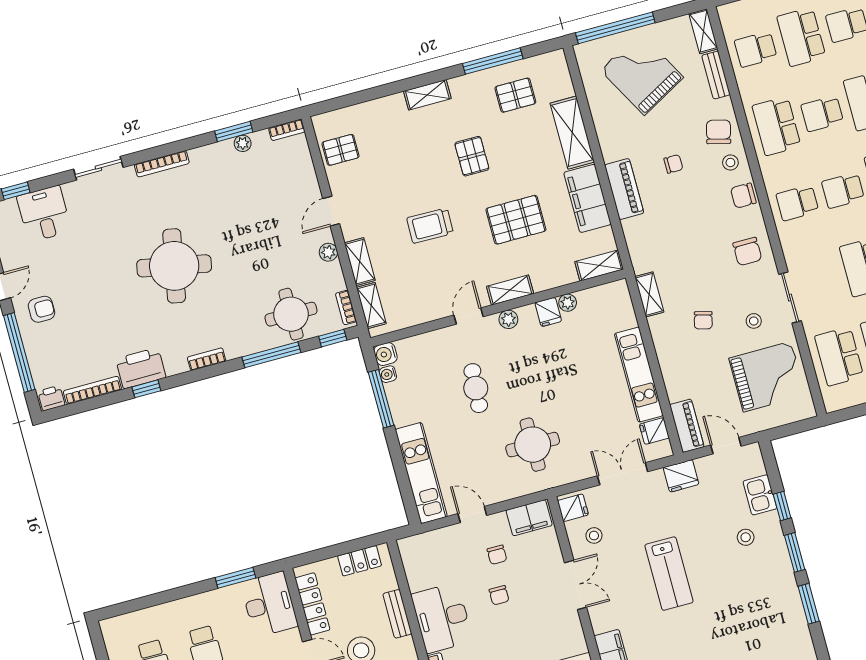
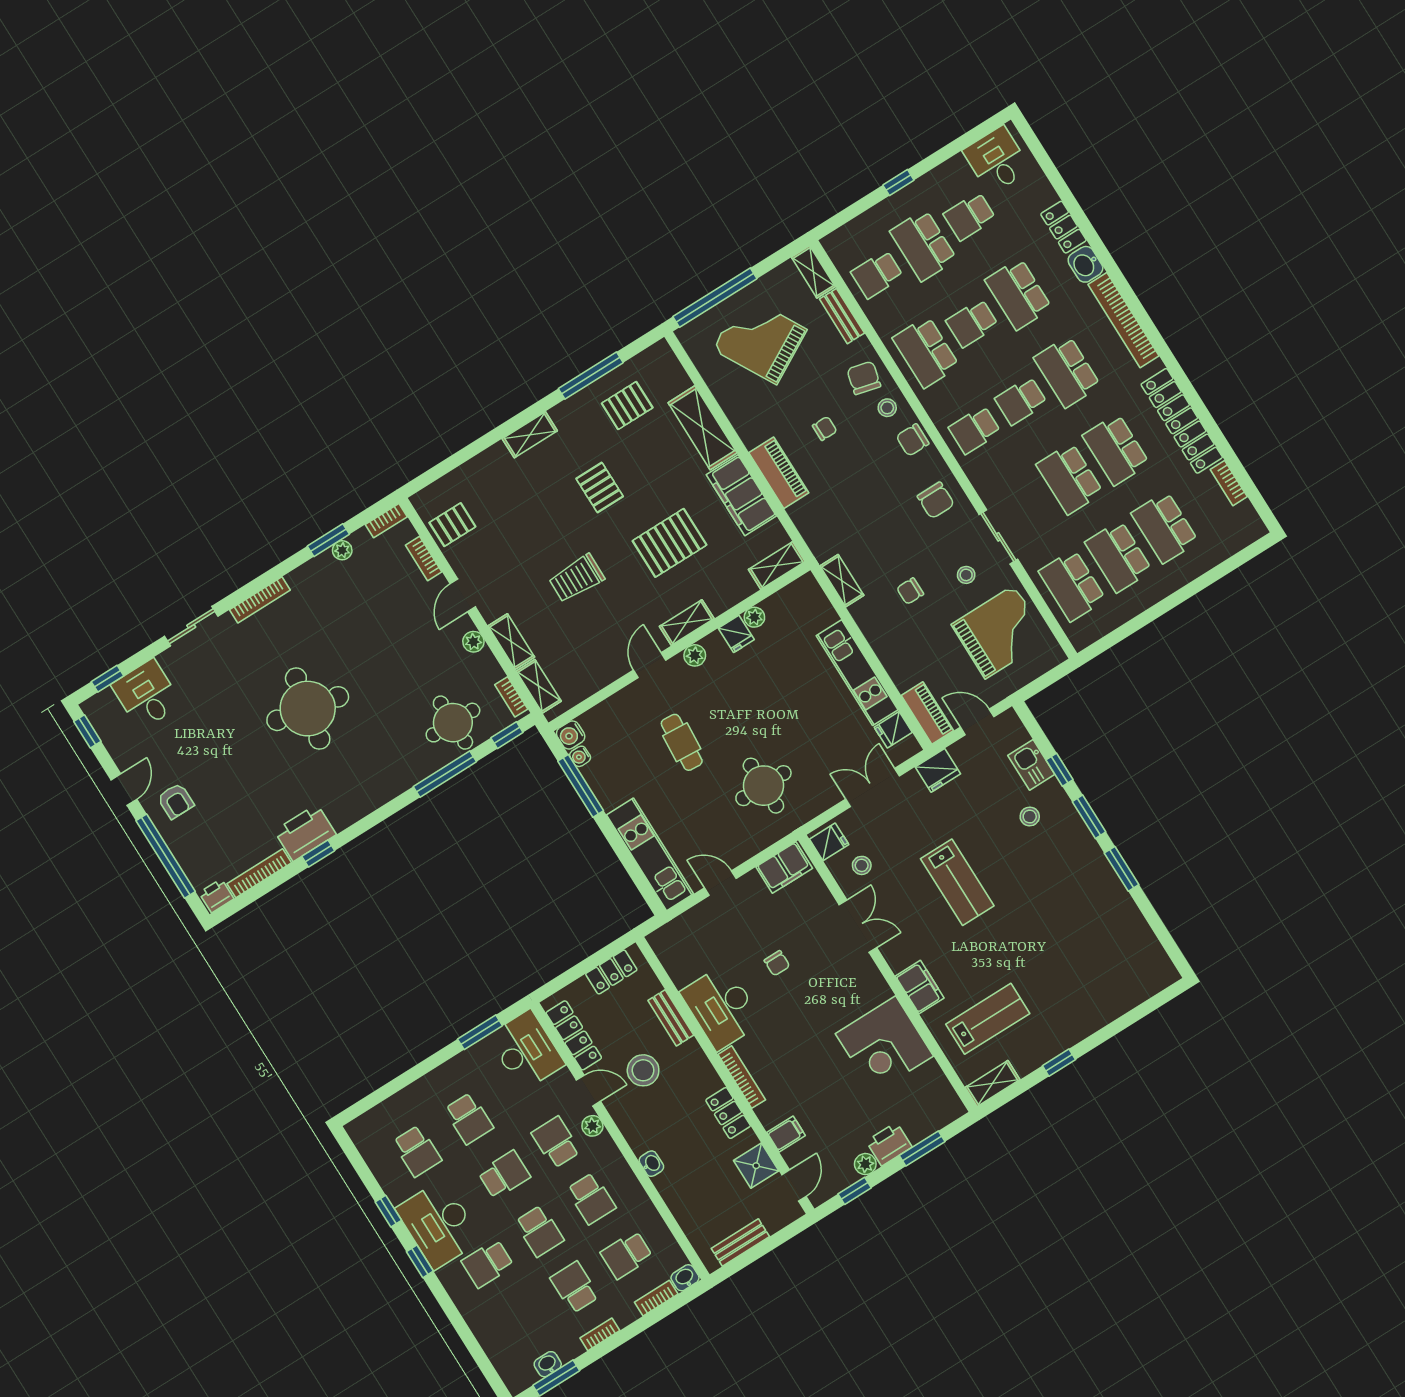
armchair: (41, 309) -> (176, 801), turned 90
chair: (703, 320) -> (910, 591), turned 75
bookcase: (207, 359) -> (424, 558), moved, turned -90
chair: (497, 555) -> (761, 919), removed

